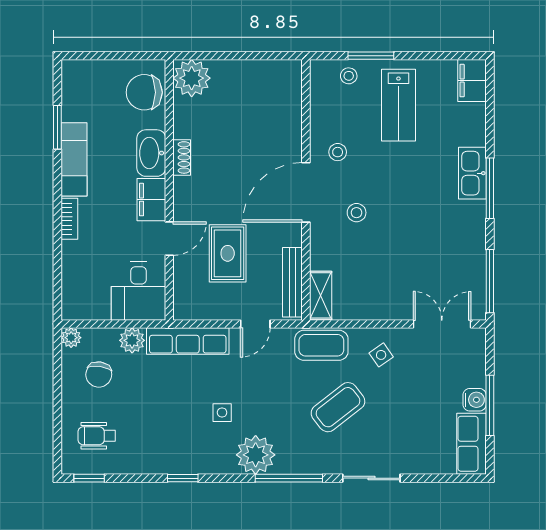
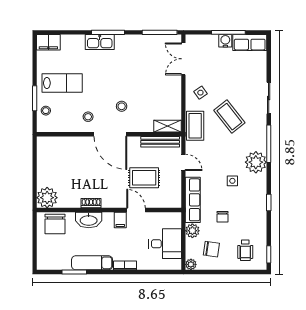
filing cabinet: (151, 200) -> (120, 220), width x0.50
desk: (139, 291) -> (165, 244), moved
chair: (157, 395) -> (223, 217), added

